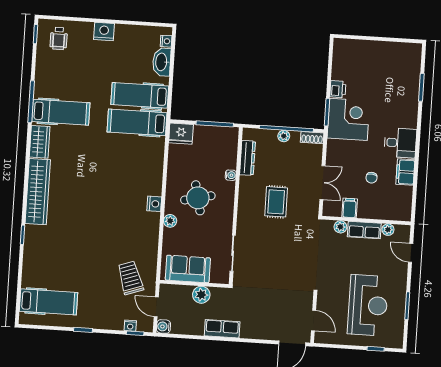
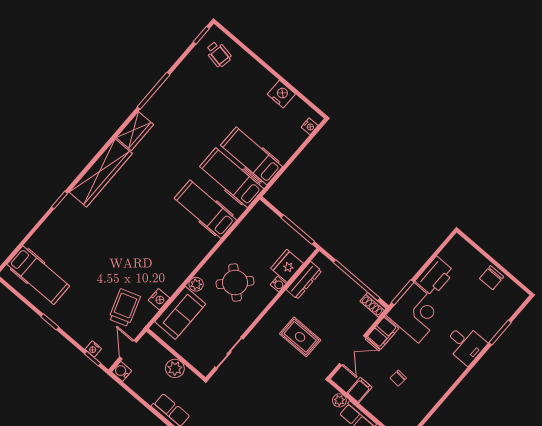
nightstand: (104, 32) -> (281, 94), moved
wheelchair: (59, 38) -> (219, 54), turned -80
chair: (385, 52) -> (492, 278), added
washbasin: (162, 62) -> (292, 141), removed
printer: (338, 89) -> (435, 276), width x1.87, depth x1.48
hospital bed: (61, 112) -> (206, 209), moved, turned 180
fridge: (181, 134) -> (287, 266), moved, turned 90
plant: (284, 136) -> (349, 285), removed
desk: (400, 143) -> (465, 344), moved
filing cabinet: (405, 172) -> (383, 333), moved, turned 180
round table: (198, 198) -> (235, 283), turned -34
rug: (276, 202) -> (300, 337), turned 90
nightstand: (154, 204) -> (159, 299), moved
sofa: (188, 269) -> (180, 313), moved, turned 90

